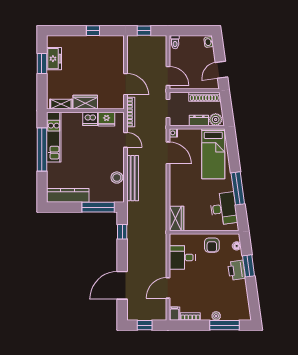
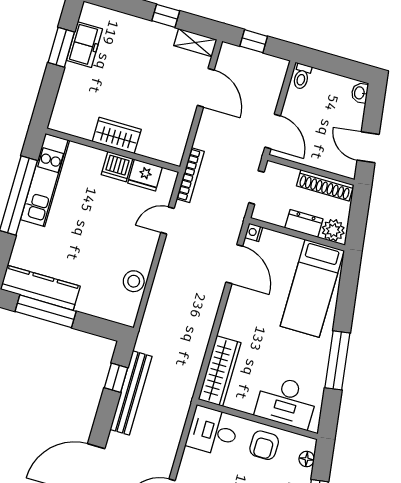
door: (221, 70) -> (368, 147), hinge flipped
door: (126, 84) -> (206, 88), moved
shelving: (61, 104) -> (195, 43), moved
door: (126, 140) -> (168, 220), swing flipped
bench: (133, 178) -> (131, 393), moved
window: (98, 207) -> (46, 311), moved
desk: (223, 209) -> (286, 402), moved, turned 98
wardrobe: (177, 218) -> (219, 371), width x1.50
desk: (182, 257) -> (213, 431), moved

